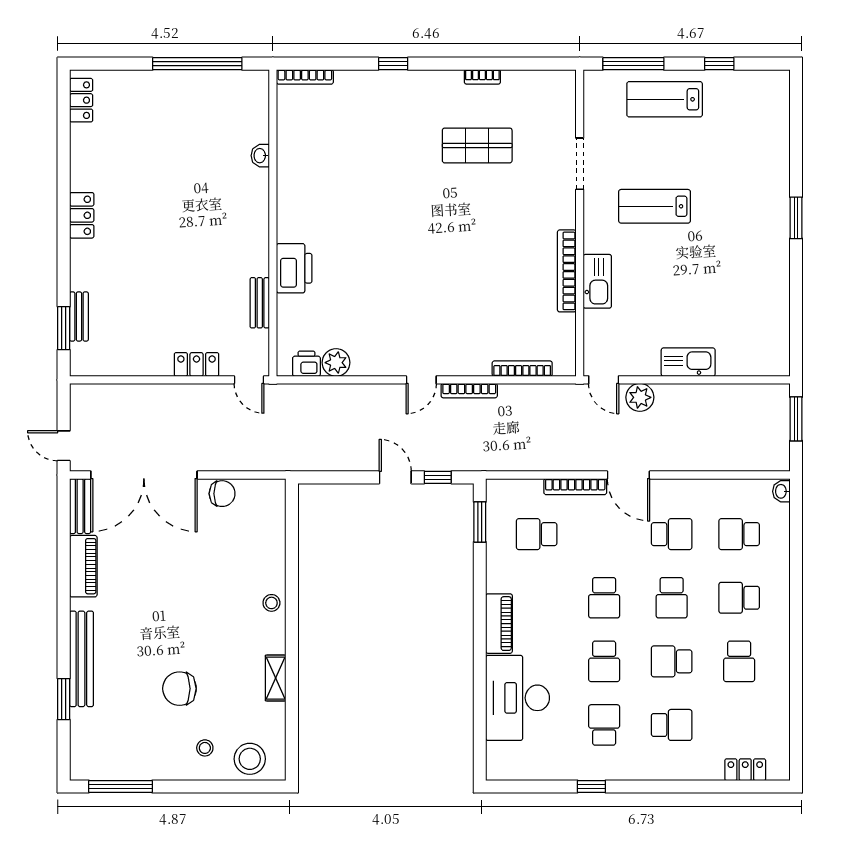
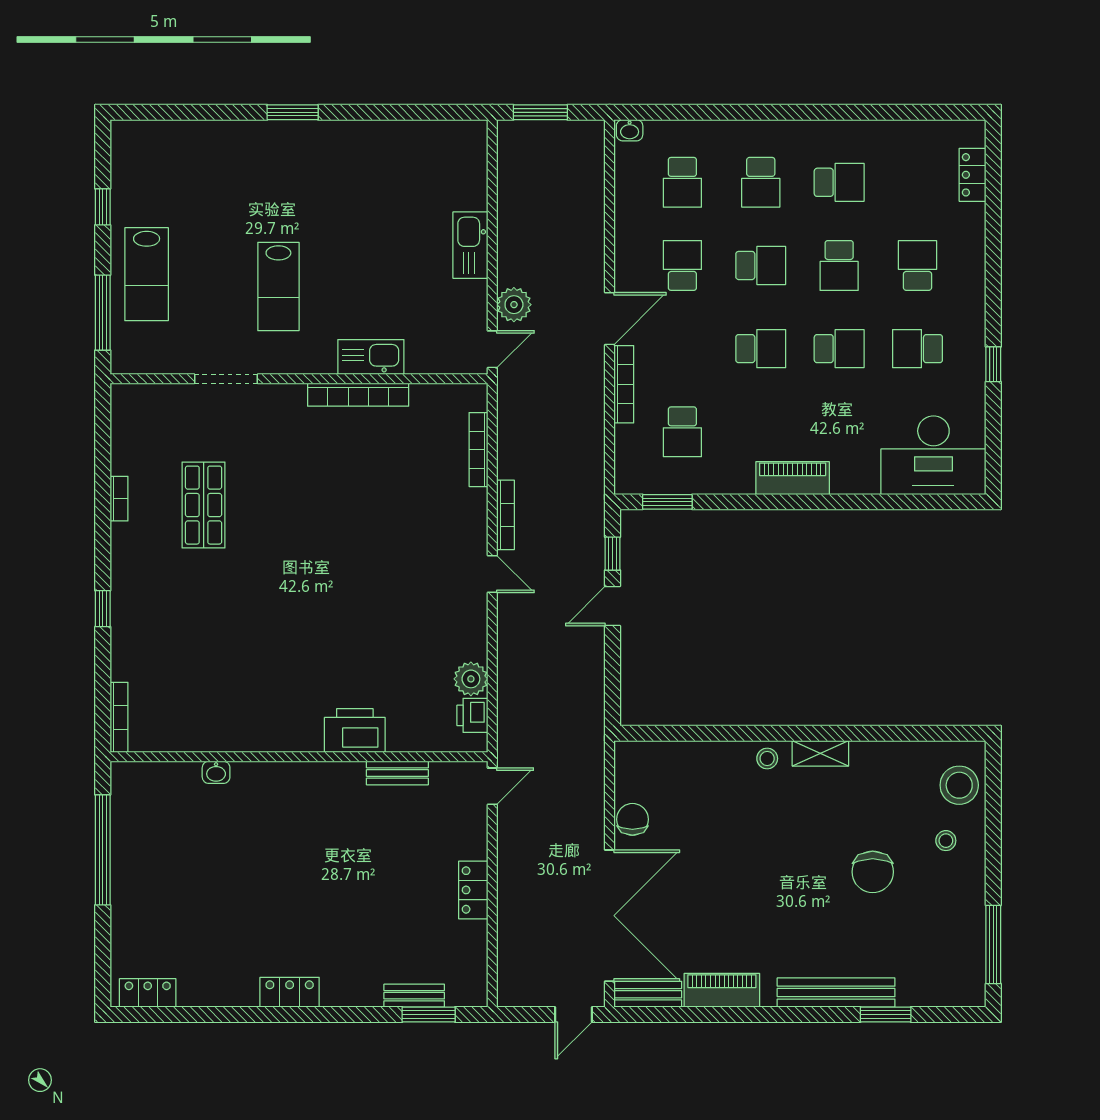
locker: (197, 364) -> (473, 890), moved
shelving: (276, 678) -> (820, 753), moved
desk: (518, 698) -> (933, 455), moved

